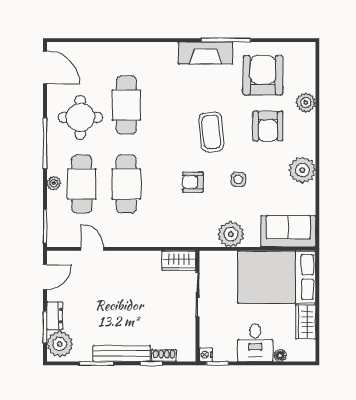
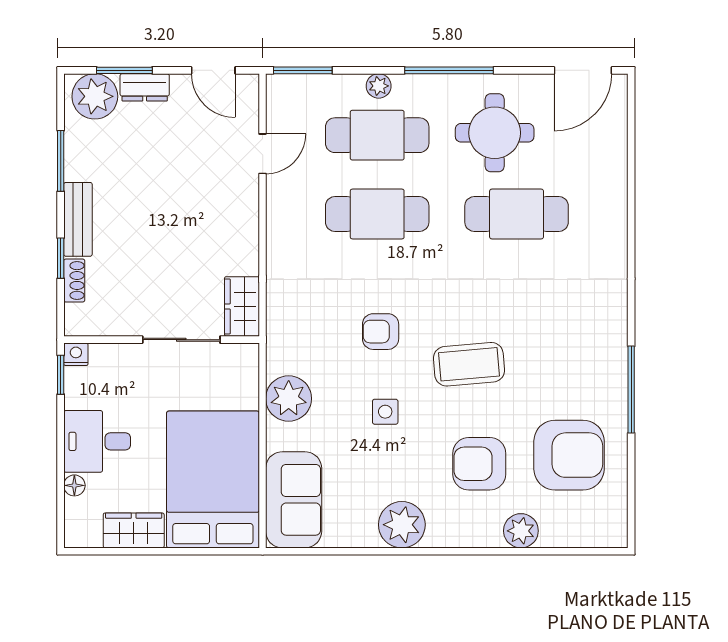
fireplace: (206, 53) -> (608, 354), removed
armchair: (193, 182) -> (381, 332), turned -90
bench: (122, 354) -> (78, 219), width x0.73

